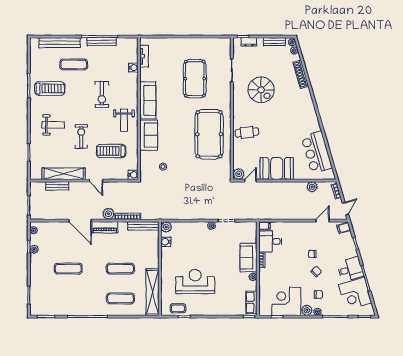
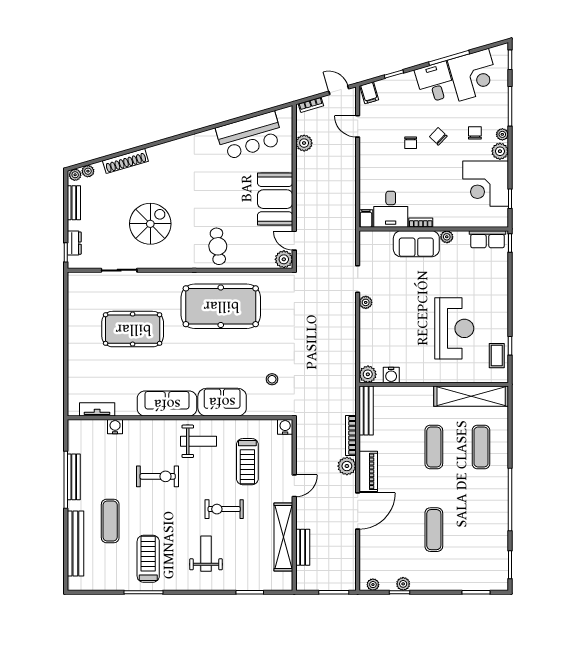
reception desk: (195, 281) -> (454, 328), turned 180

